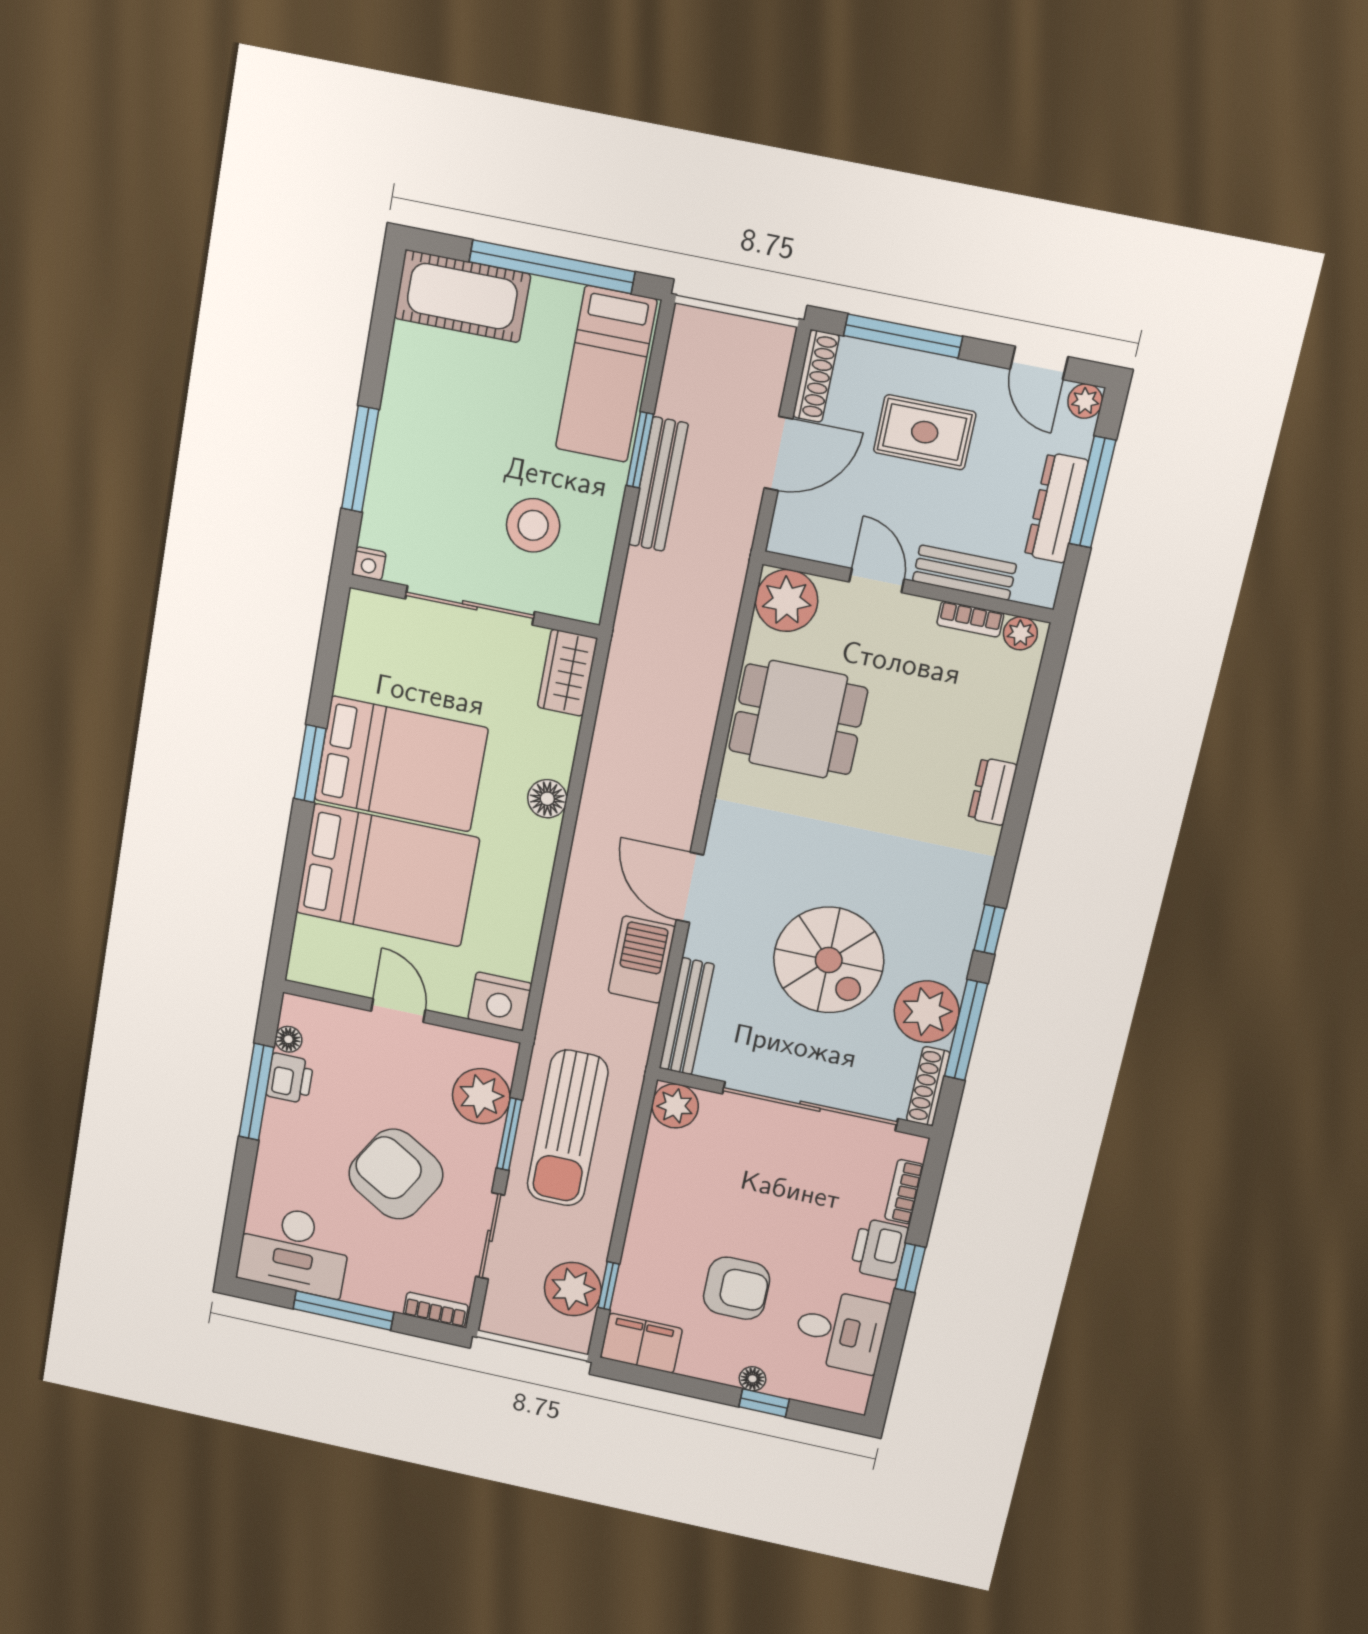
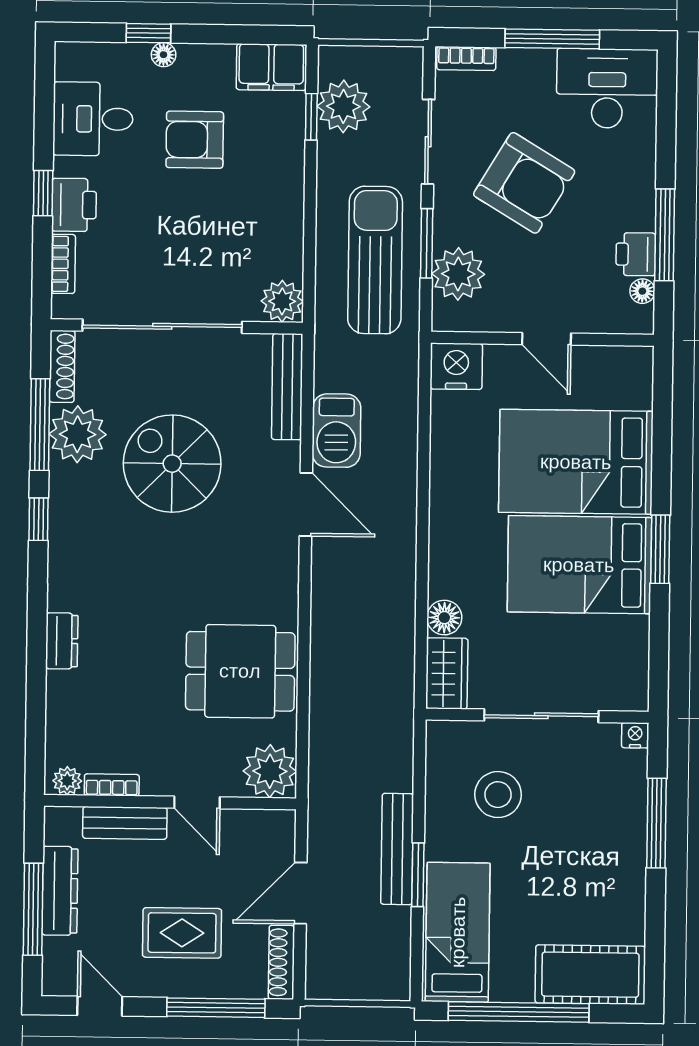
plant: (1085, 401) -> (55, 982), removed
floor lamp: (547, 799) -> (444, 618), moved

